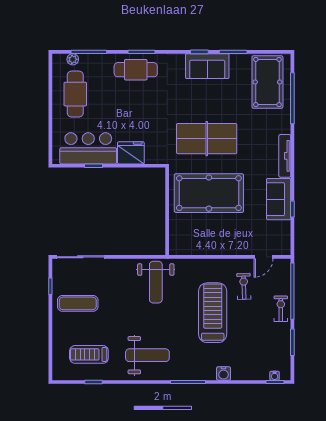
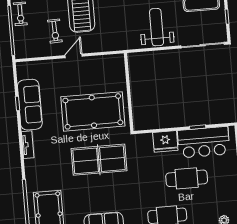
cafe table: (75, 94) -> (187, 178), moved, turned 90
tv unit: (285, 156) -> (28, 145), width x0.71
sofa: (279, 199) -> (30, 105), width x1.36
door: (263, 257) -> (74, 56), moved
weight bench: (156, 282) -> (157, 27), moved

